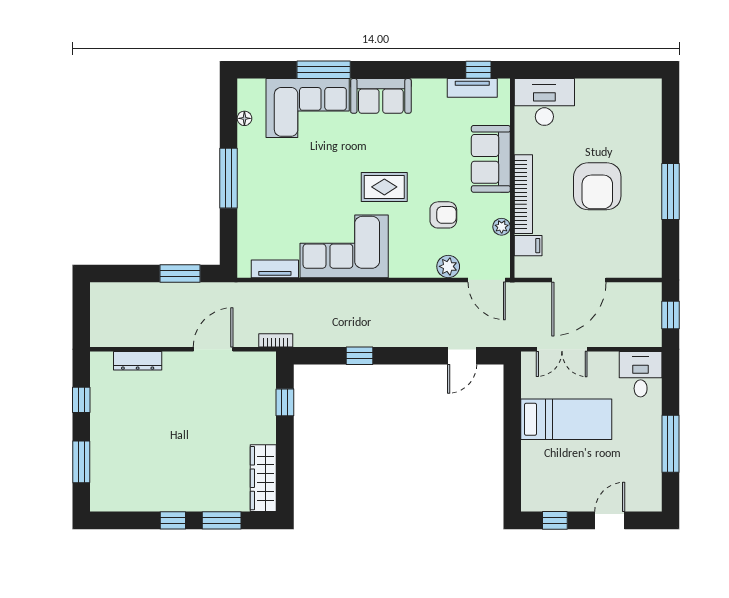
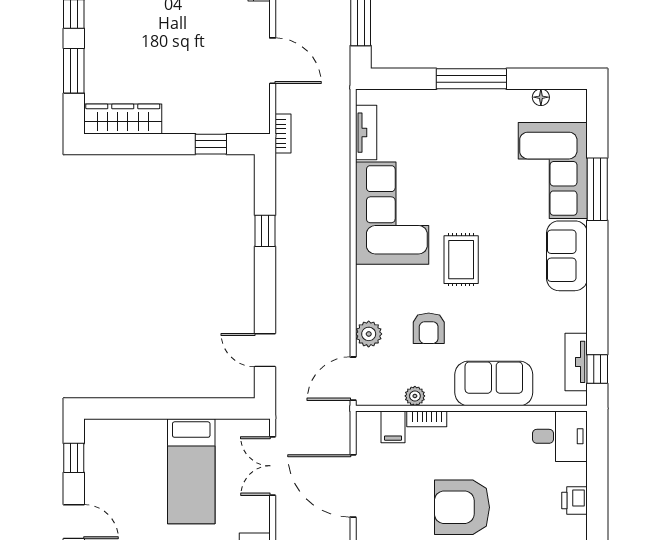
printer: (592, 89) -> (574, 500), added
desk: (544, 102) -> (560, 436), width x0.73
bookcase: (523, 194) -> (427, 419), width x0.43, depth x0.76

